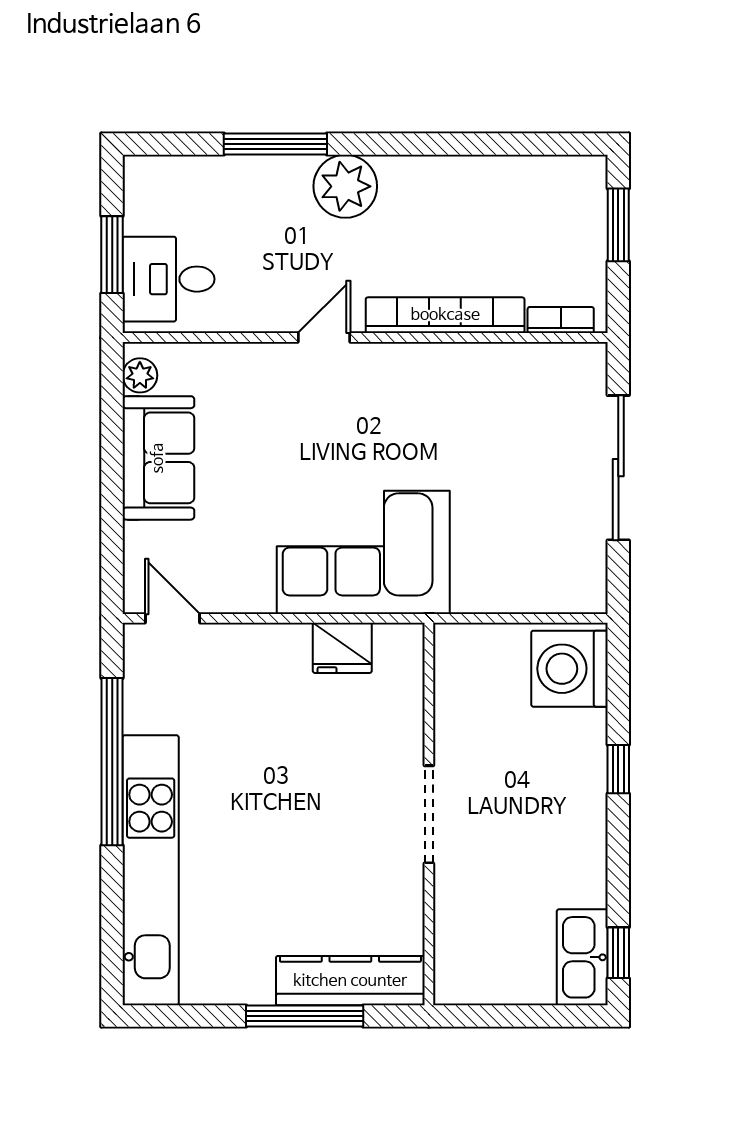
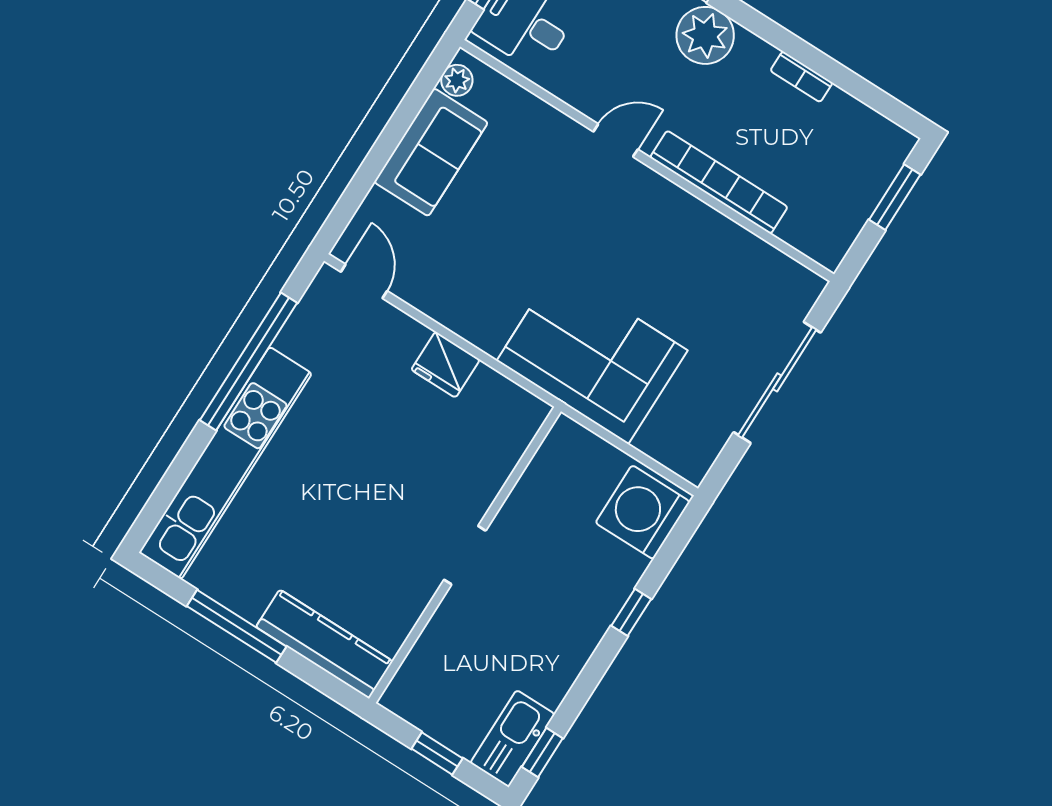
bookcase: (561, 320) -> (801, 77), moved, turned 180
corner sofa: (363, 552) -> (592, 356), moved
fridge: (342, 648) -> (445, 365), moved
doorway: (429, 814) -> (465, 555), width x0.73
window: (305, 1016) -> (237, 626), moved
window: (521, 1016) -> (437, 753), added

